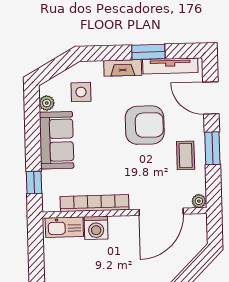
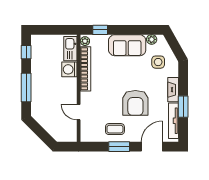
plant: (199, 201) -> (85, 41), moved
door: (161, 212) -> (79, 112), width x0.53

